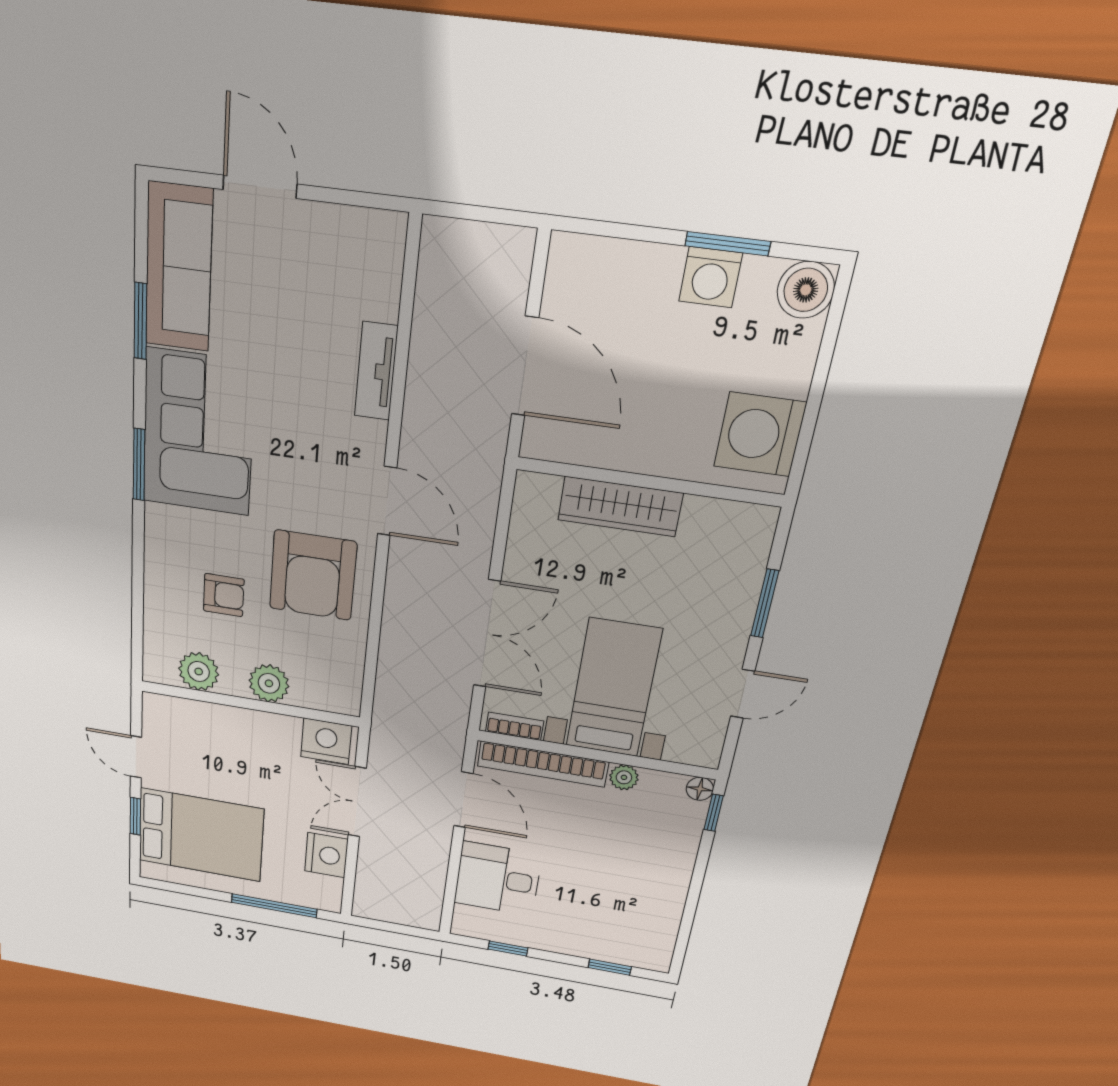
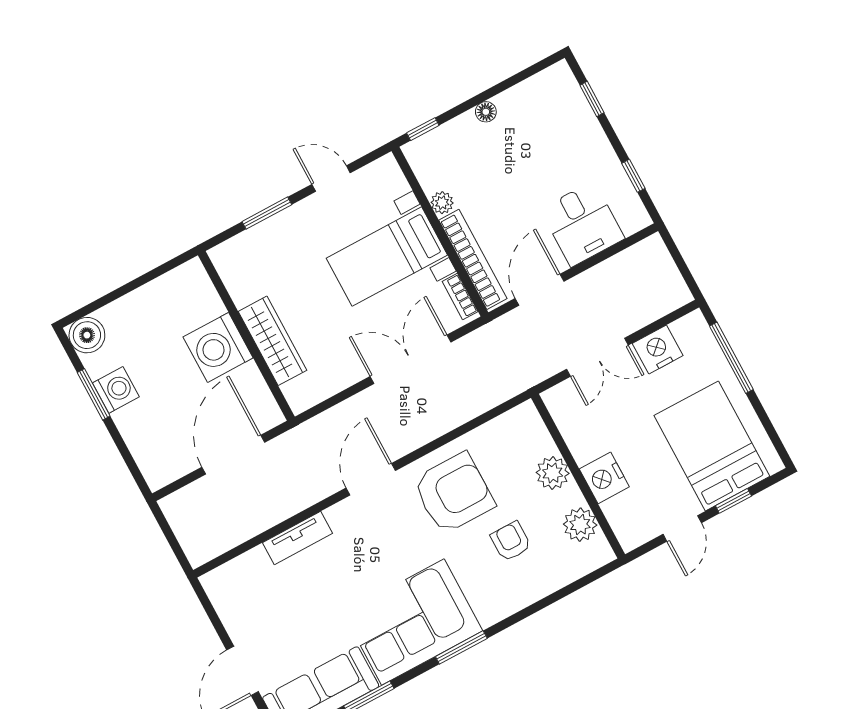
washing machine: (760, 434) -> (218, 347), moved, turned 90
nightstand: (326, 741) -> (604, 478), moved
floor lamp: (700, 789) -> (486, 112), moved

